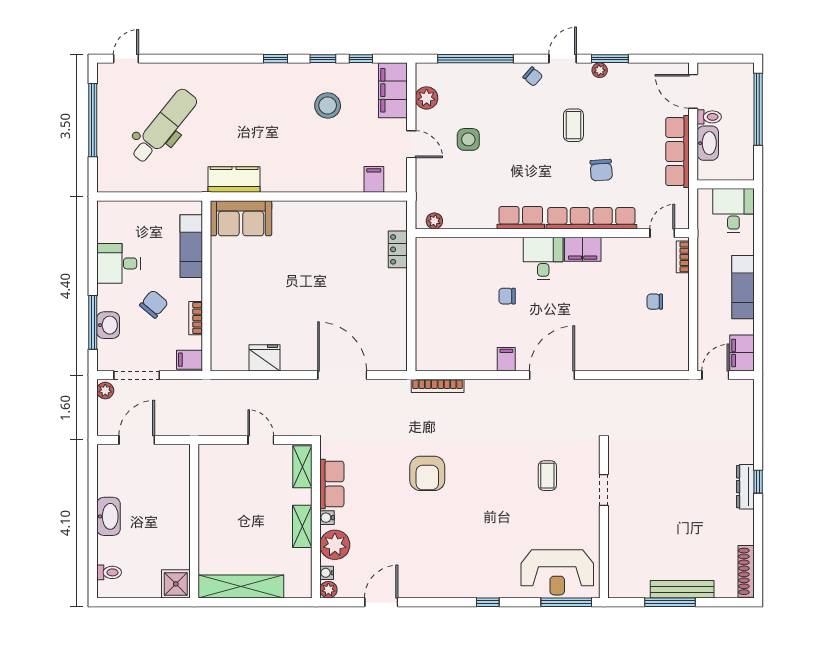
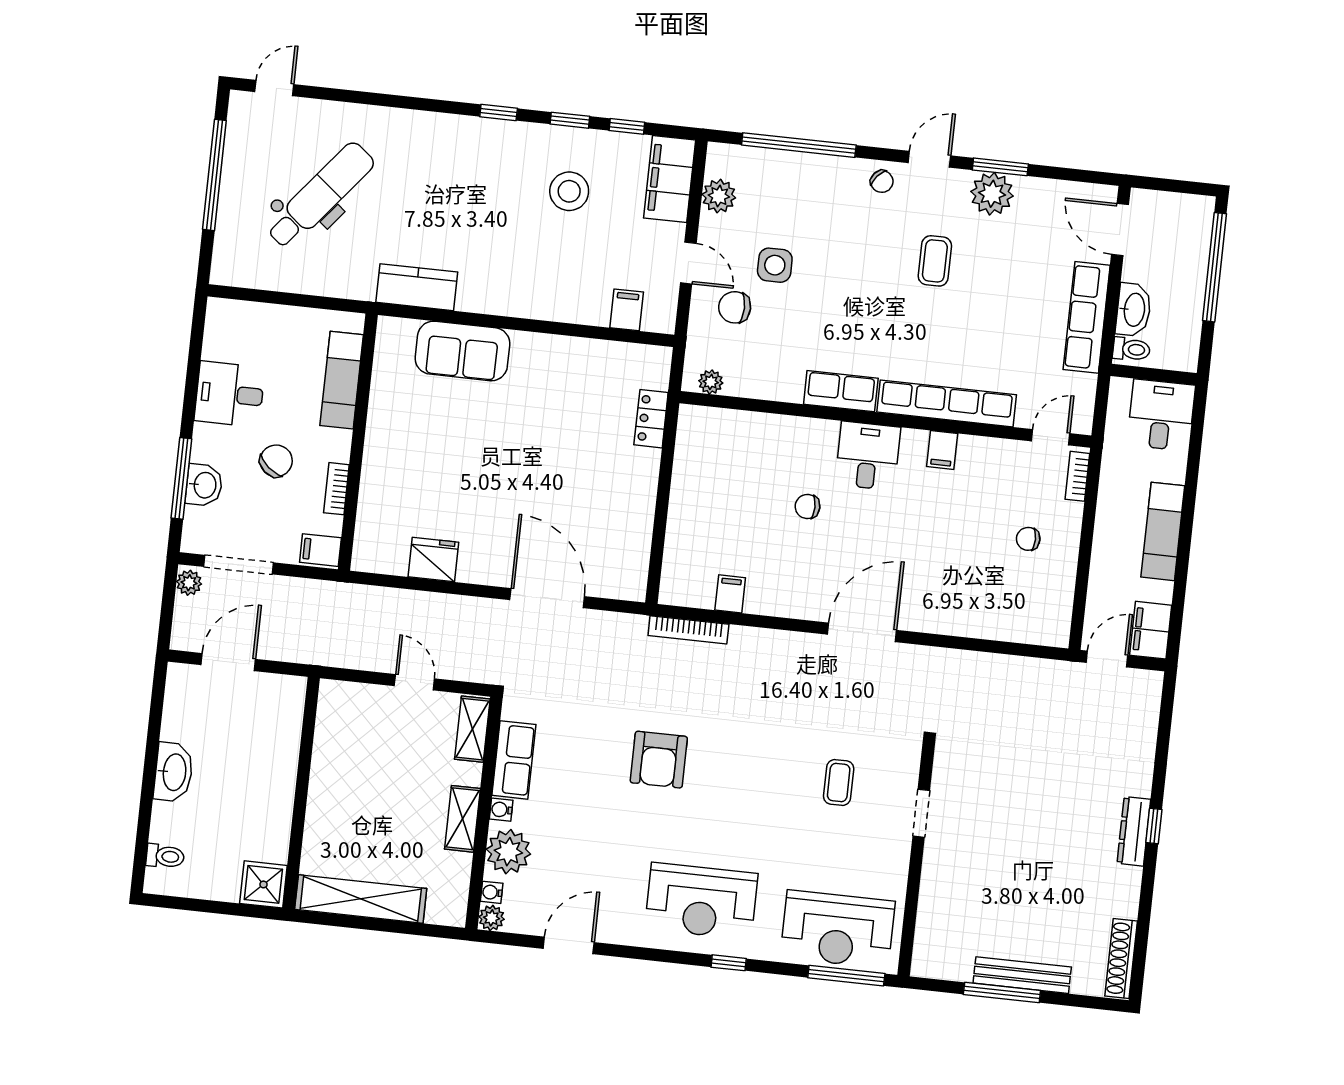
plant: (600, 70) -> (992, 194), width x1.87, depth x1.87
toilet: (709, 117) -> (1131, 349), moved
chair: (601, 170) -> (735, 307), moved, turned 94
sofa: (241, 218) -> (462, 351), moved
filing cabinet: (583, 249) -> (942, 450), width x0.50
filing cabinet: (506, 359) -> (730, 594), moved
reception desk: (465, 564) -> (701, 901), added

